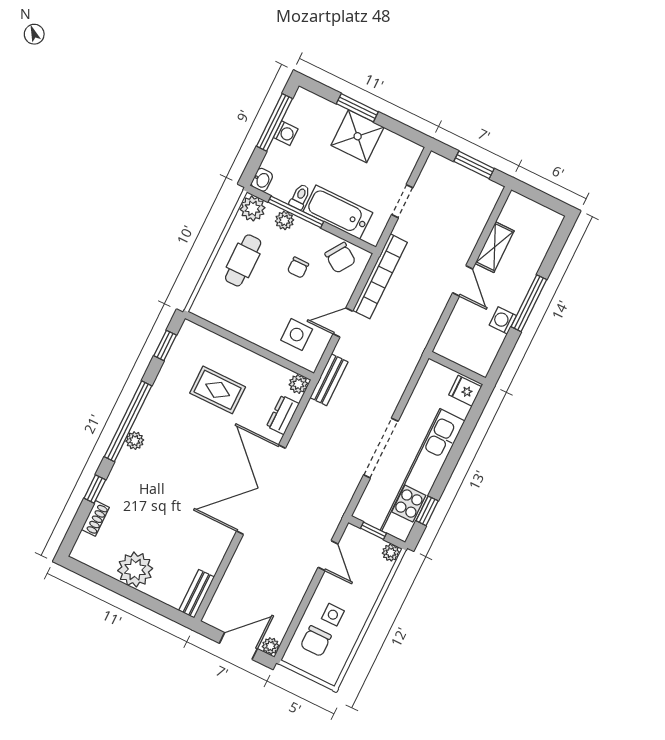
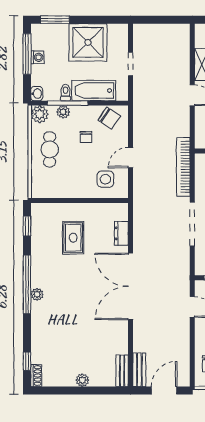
window: (357, 108) -> (55, 20), moved
shower: (358, 136) -> (88, 42), width x1.37, depth x1.37
window: (474, 165) -> (164, 20), removed
bookcase: (380, 276) -> (183, 167), moved, turned 180
bench: (329, 380) -> (139, 370), moved
plant: (298, 384) -> (122, 209), removed
rug: (218, 390) -> (73, 238), turned 90
window: (95, 489) -> (27, 361), moved
shoe rack: (95, 518) -> (36, 375), moved
plant: (135, 570) -> (82, 380), width x0.53, depth x0.53
plant: (271, 646) -> (184, 381), removed

